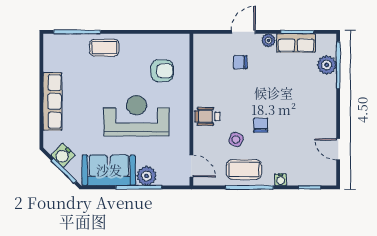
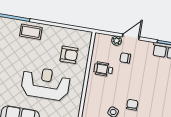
plant: (269, 40) -> (117, 41), moved
wheelchair: (207, 116) -> (103, 69), moved

